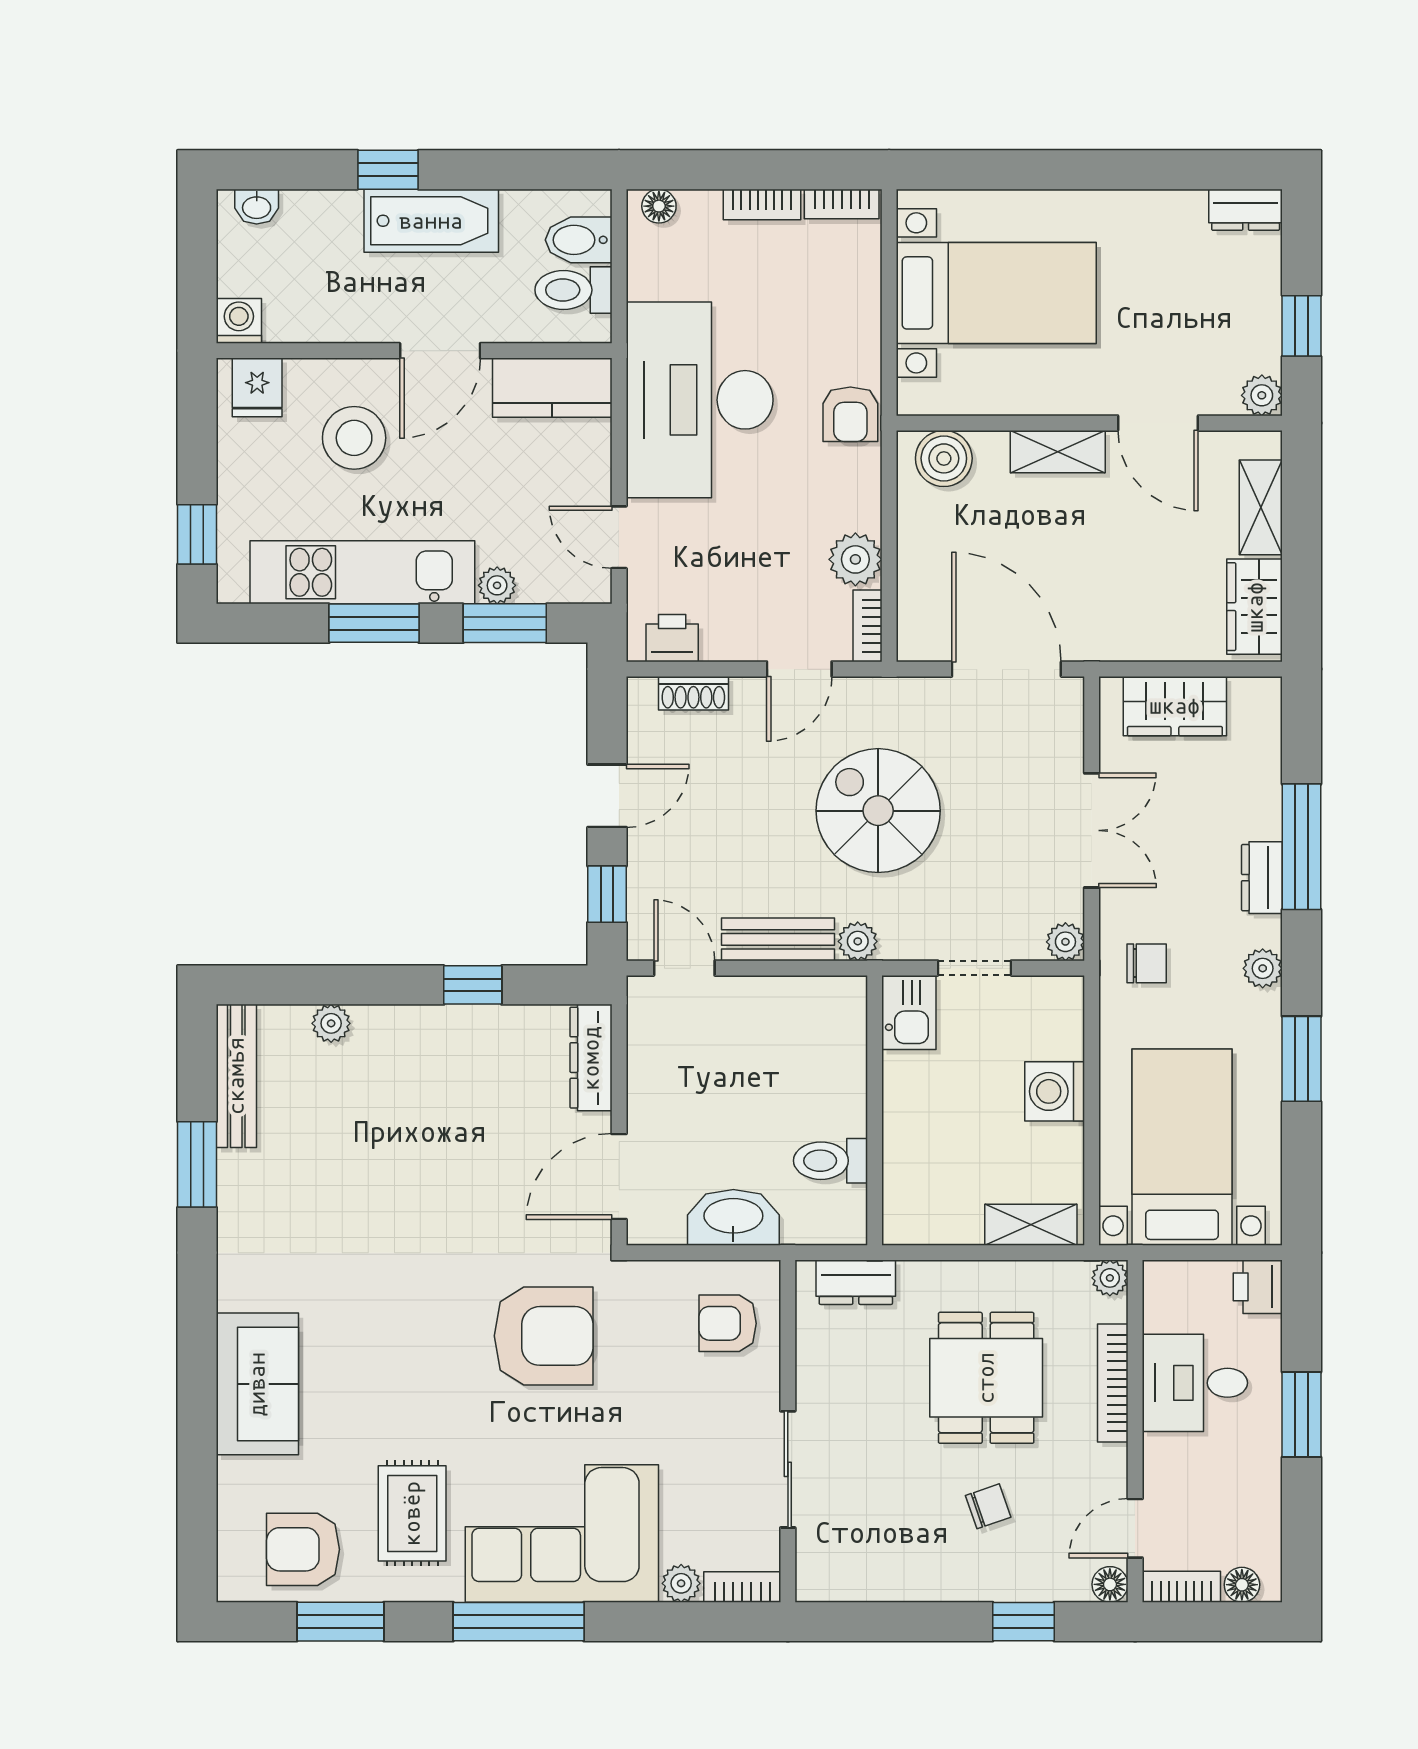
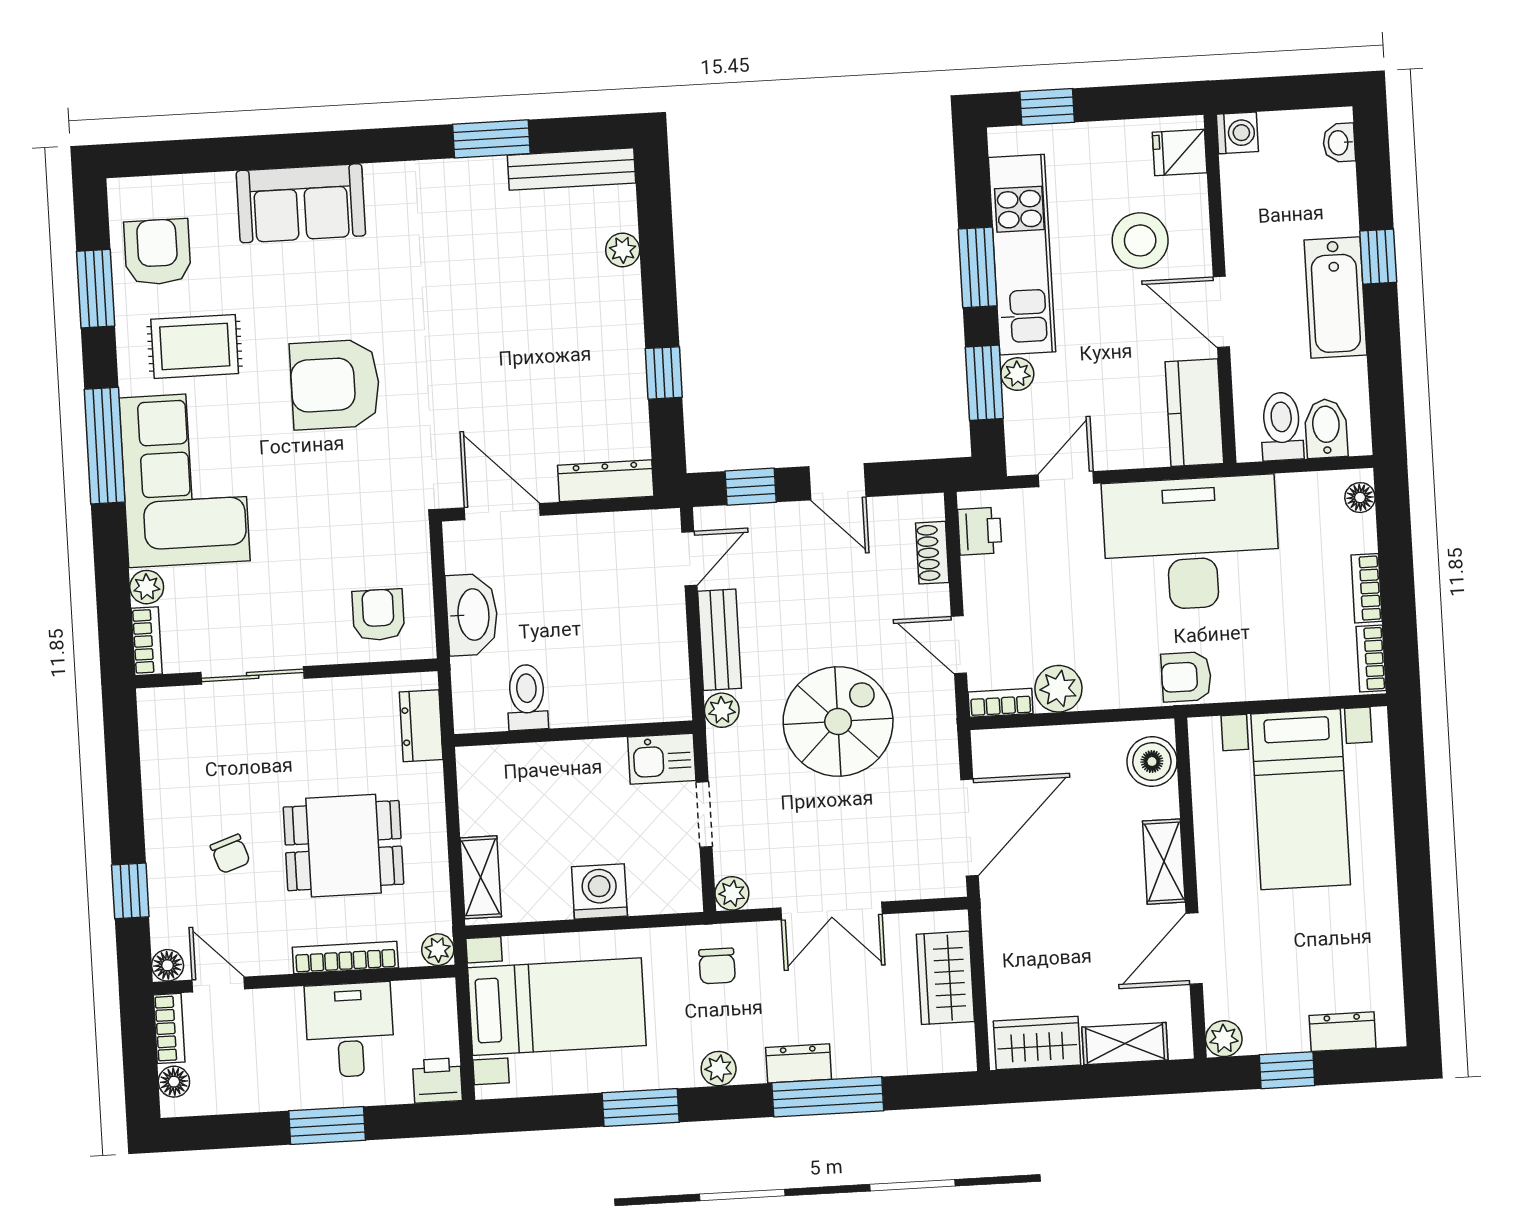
dresser: (1246, 210) -> (1343, 1032), moved, turned 90
armchair: (544, 1336) -> (335, 384), moved, turned 90

